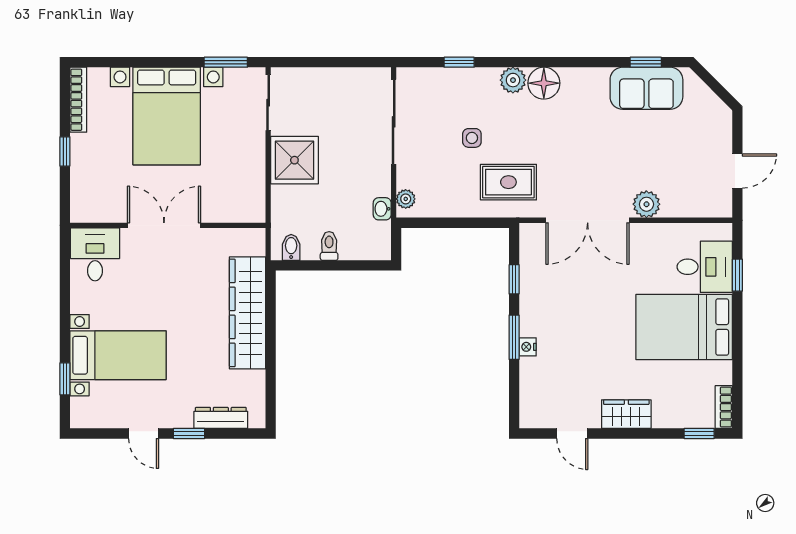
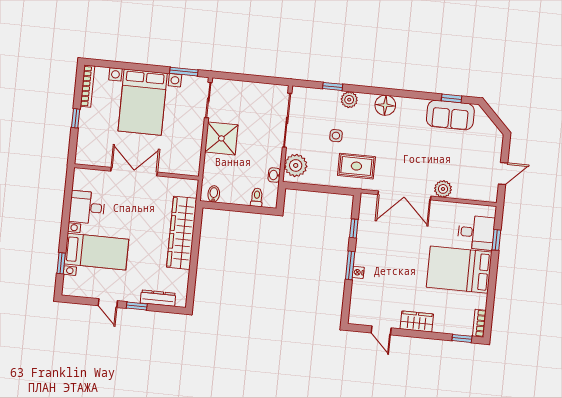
plant: (513, 80) -> (349, 100), moved
plant: (406, 199) -> (296, 165), width x1.88, depth x1.88
toilet: (329, 246) -> (257, 197), moved
desk: (95, 254) -> (87, 207), moved, turned -90

